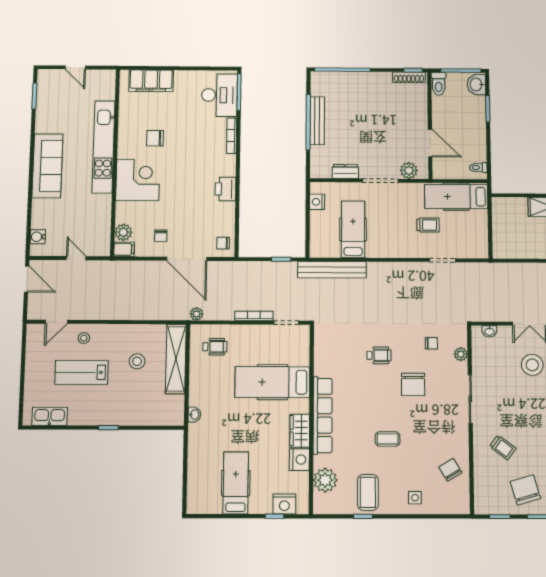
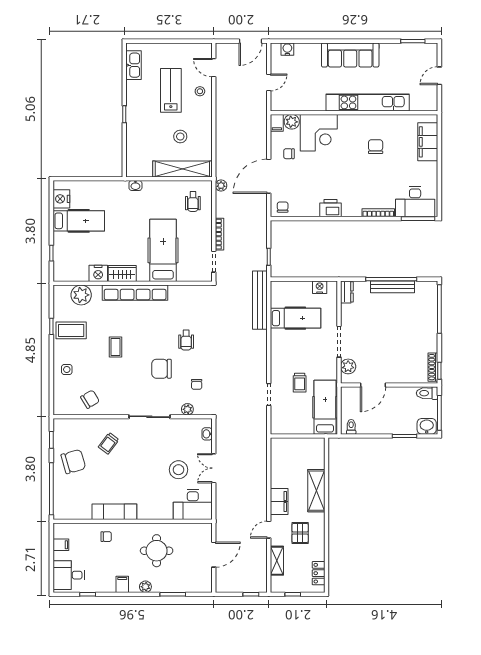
dresser: (345, 171) -> (347, 292), moved
corner desk: (138, 180) -> (319, 133), moved
nightstand: (284, 504) -> (61, 199), moved

